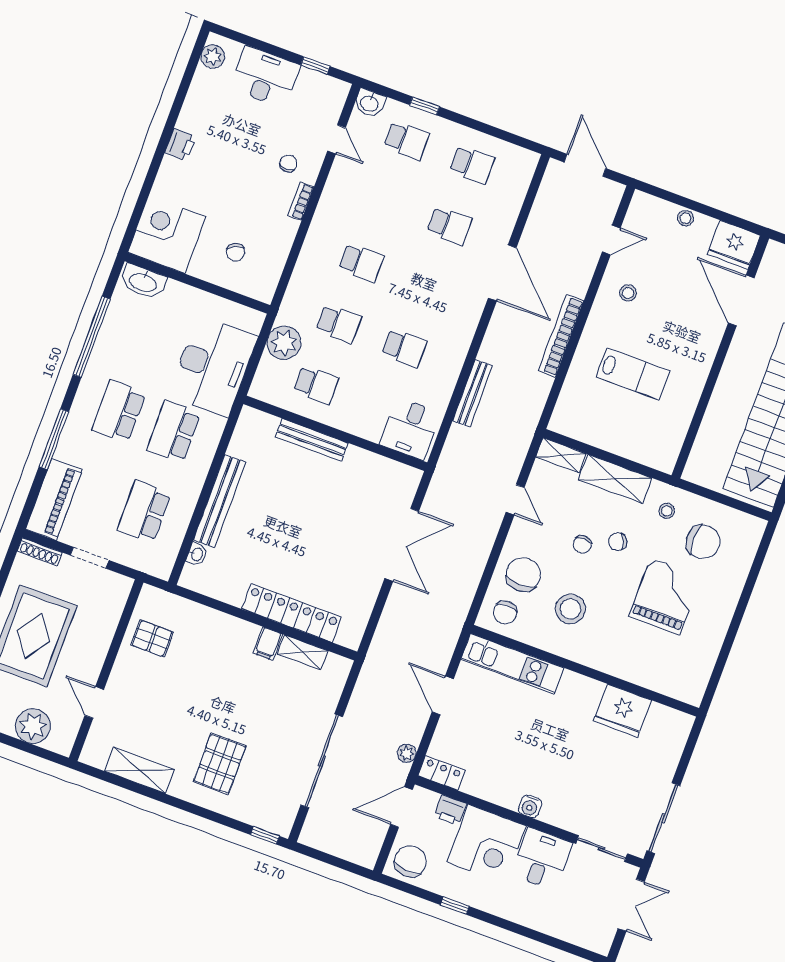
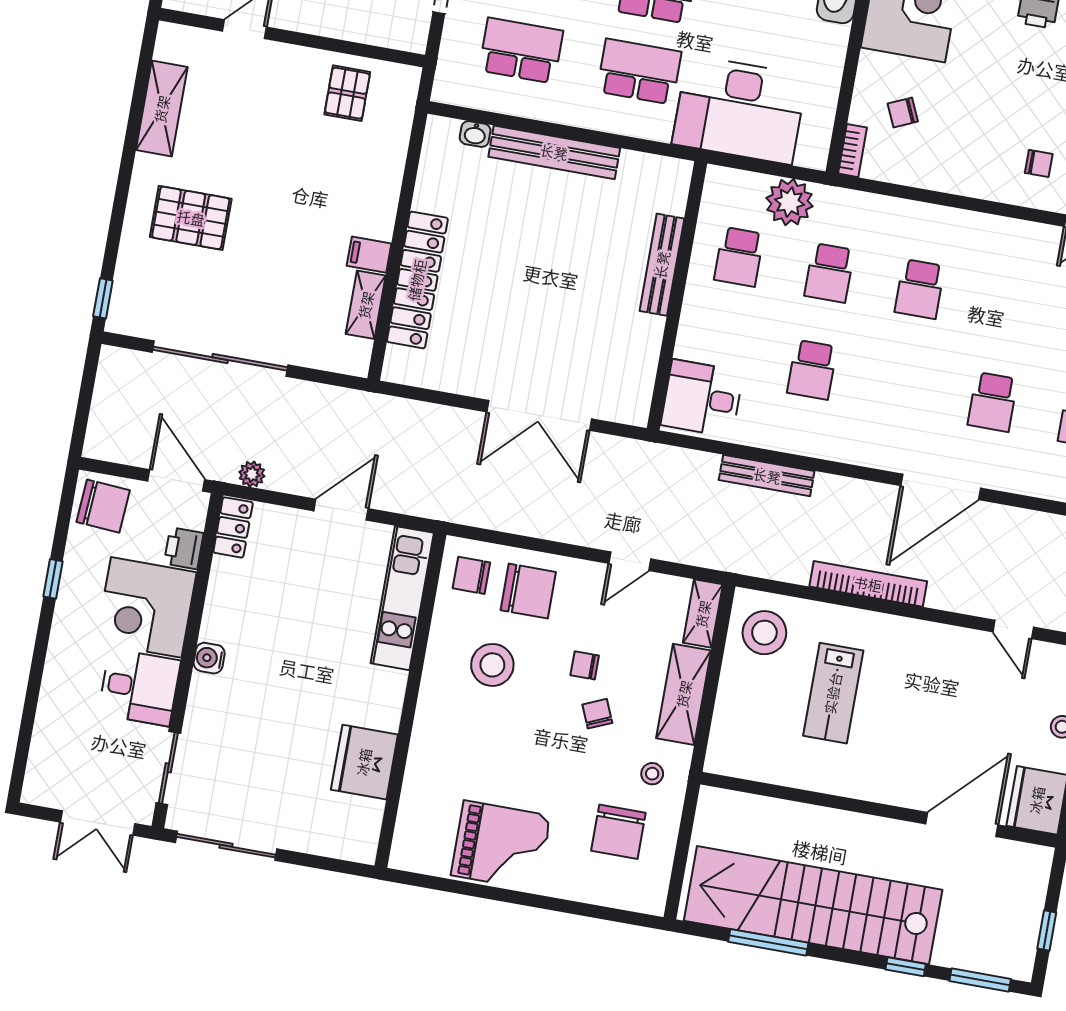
bookcase: (301, 201) -> (852, 151), moved, turned 90
stool: (628, 293) -> (764, 633), moved, width x1.89, depth x1.89
grand piano: (665, 596) -> (501, 845), moved

